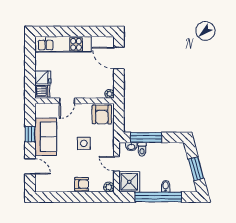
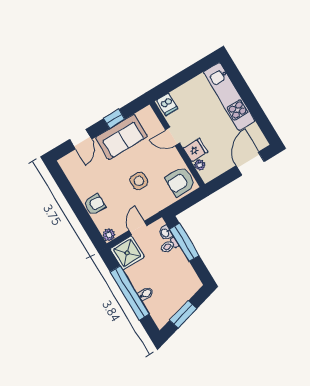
fridge: (43, 77) -> (196, 150), moved, turned -90
plant: (109, 94) -> (200, 165), moved
armchair: (82, 184) -> (95, 204), turned -90

